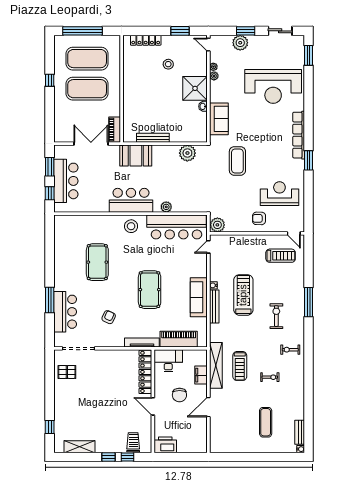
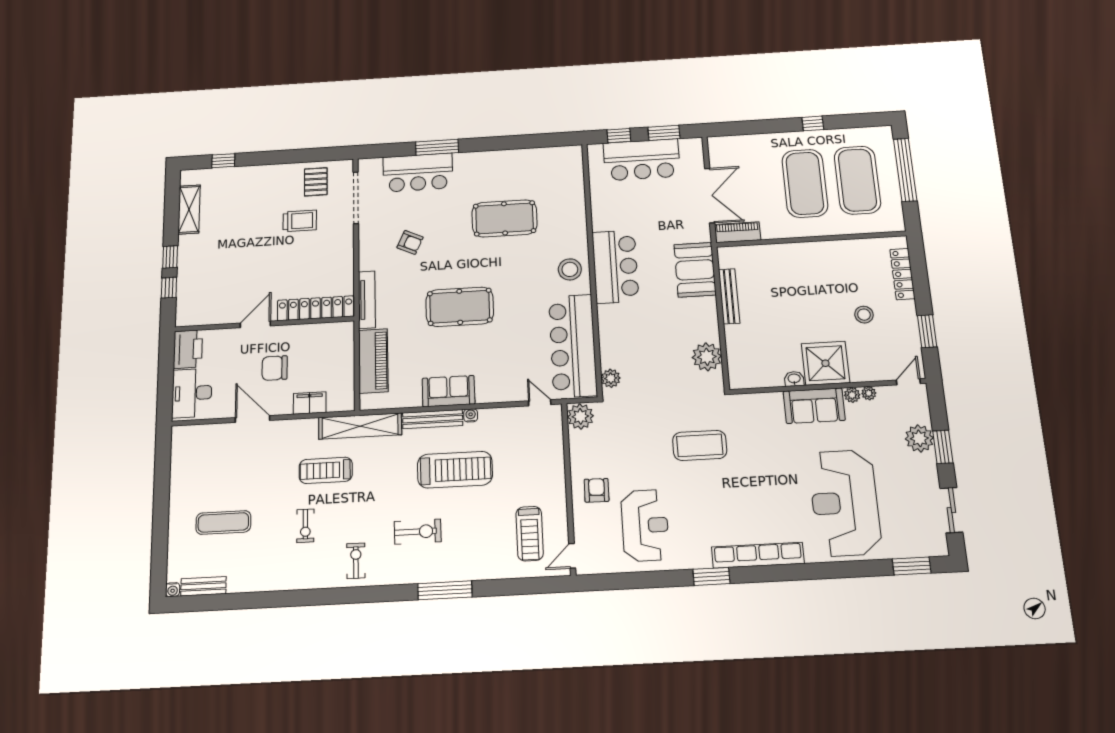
sofa: (219, 119) -> (814, 406), moved
plant: (166, 207) -> (611, 378), moved
sofa: (199, 297) -> (448, 391), width x0.73
desk: (168, 361) -> (192, 393), moved, turned 180
shelving: (216, 365) -> (360, 426), moved
trolley: (133, 442) -> (300, 221), moved

